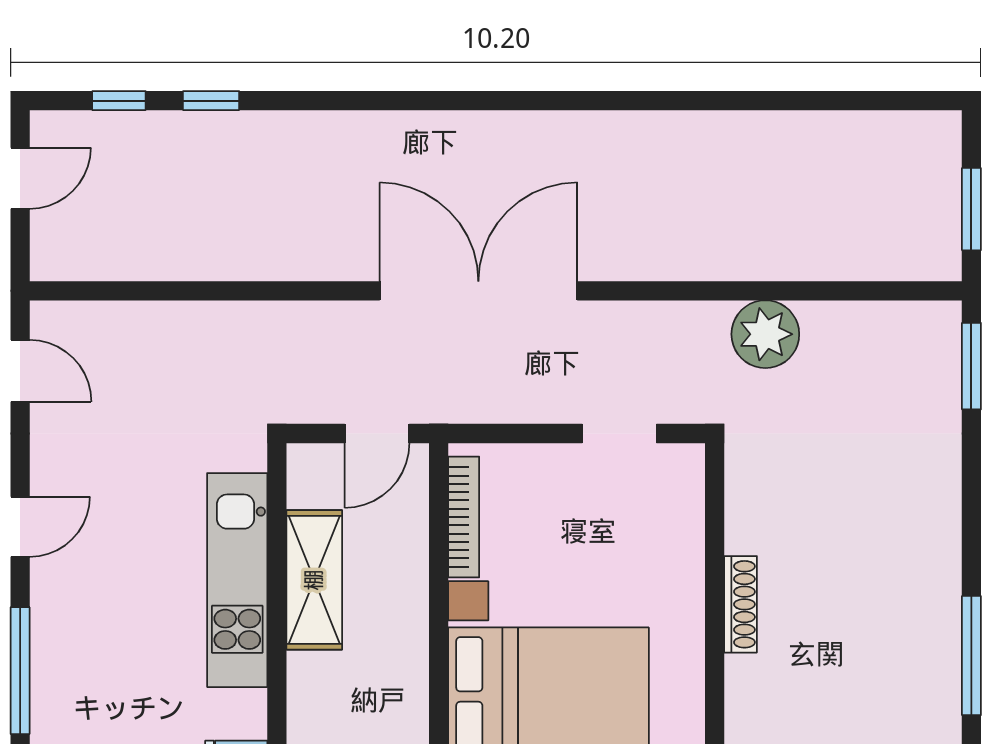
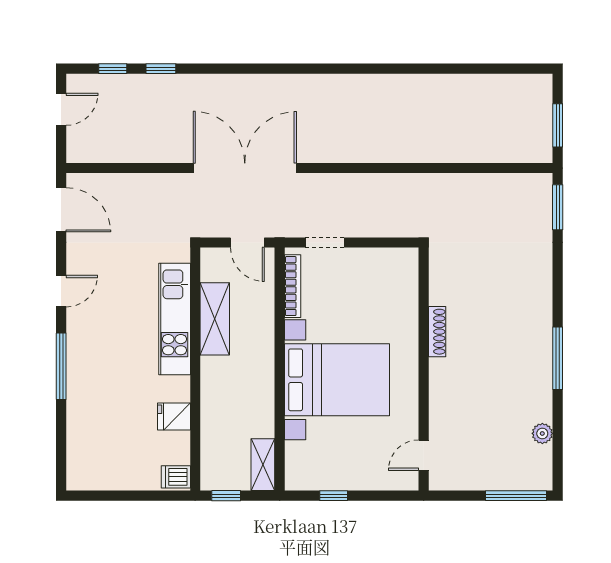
double door: (478, 291) -> (245, 168), moved
plant: (765, 334) -> (450, 191), removed
door: (20, 371) -> (61, 210), width x1.38
door: (377, 433) -> (247, 242), hinge flipped
doorway: (619, 433) -> (325, 242), moved

